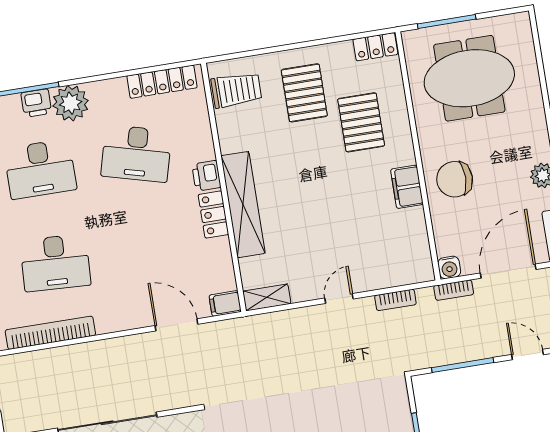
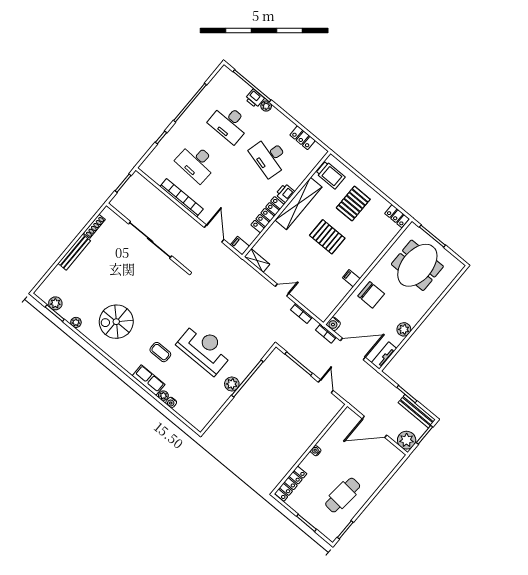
meeting table: (469, 78) -> (417, 265), turned 90
locker: (162, 82) -> (303, 138), width x0.66
plant: (71, 103) -> (266, 106), width x0.53, depth x0.53
pallet: (361, 122) -> (327, 237), moved, turned 90
chair: (455, 179) -> (371, 295), turned 180
filing cabinet: (407, 187) -> (351, 278), width x0.50
shelving: (243, 205) -> (298, 203), moved
locker: (213, 215) -> (268, 215), width x1.53
bookcase: (50, 333) -> (182, 198), moved

